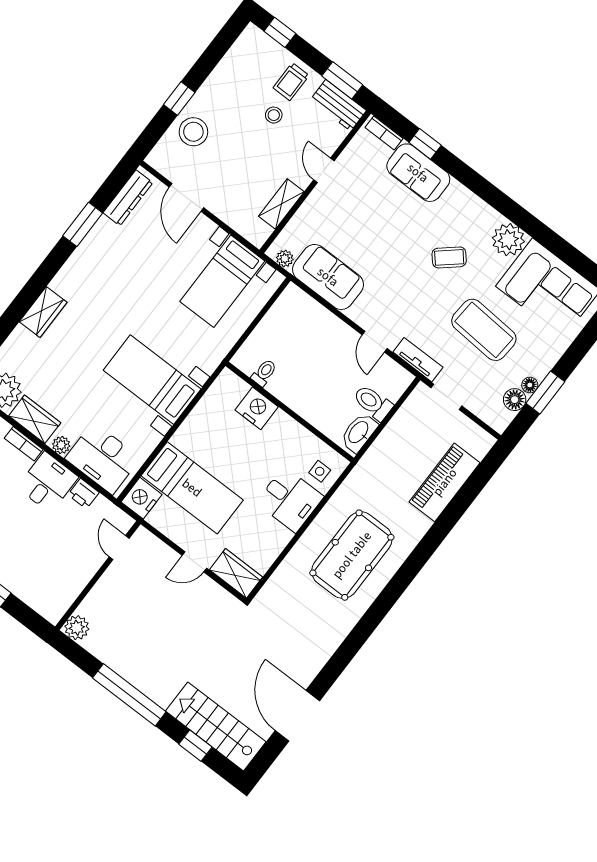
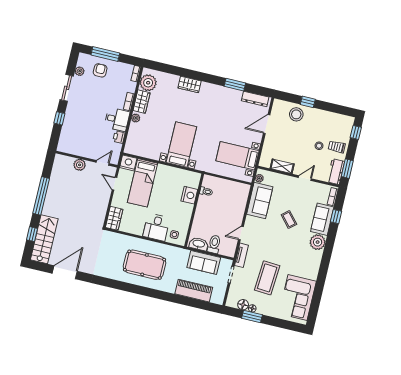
plant: (508, 240) -> (318, 242), moved
coffee table: (449, 257) -> (289, 220), moved
sofa: (399, 439) -> (204, 262), added
desk: (103, 458) -> (138, 139), removed
door: (194, 562) -> (114, 184), moved
plant: (77, 628) -> (80, 165), moved

